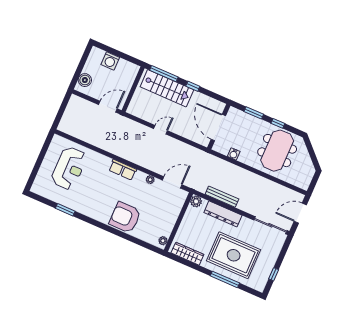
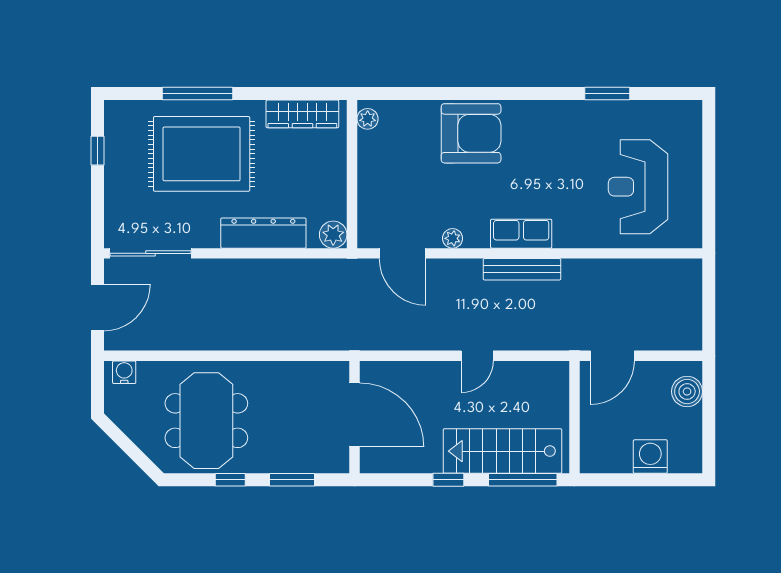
water cooler: (234, 154) -> (124, 372), moved
door: (172, 182) -> (403, 253), hinge flipped
bench: (222, 197) -> (522, 269), moved

